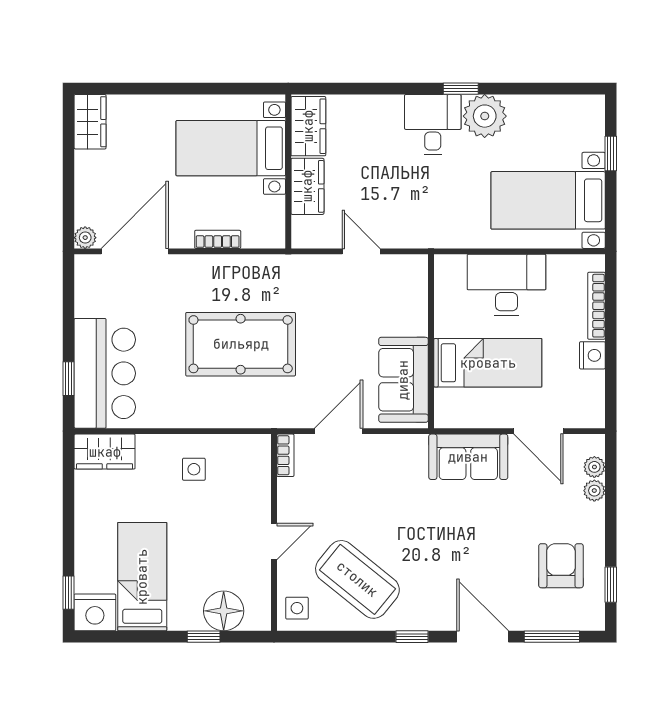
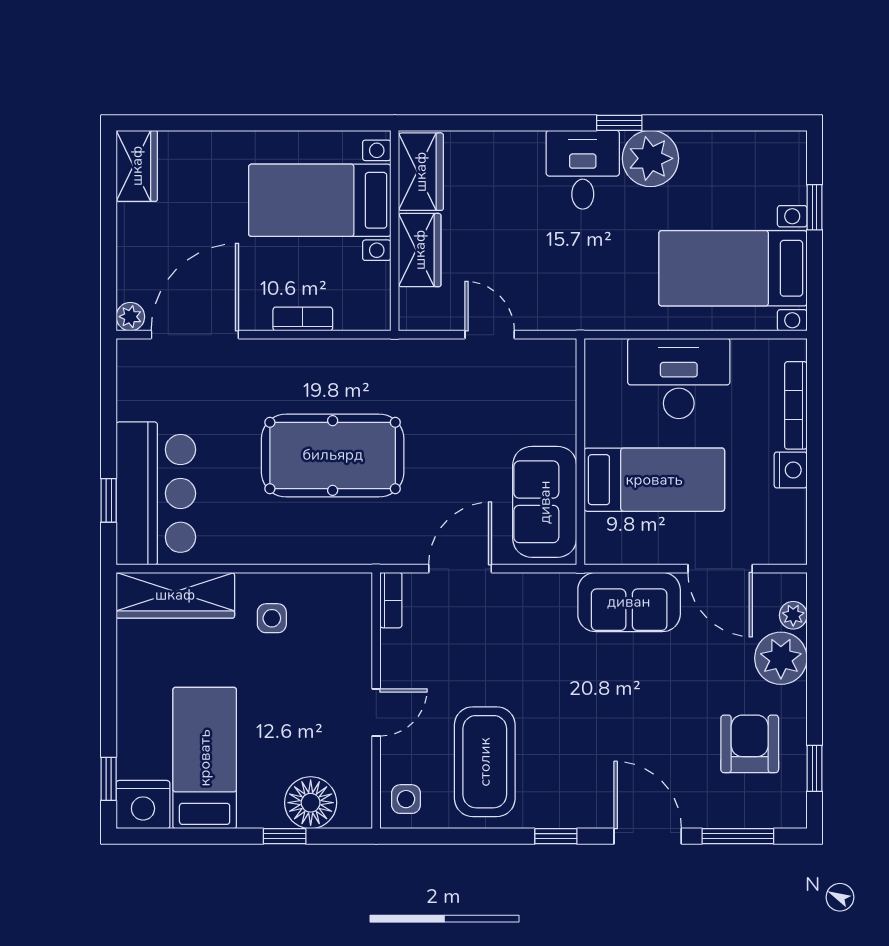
wardrobe: (105, 452) -> (175, 595), width x1.50
plant: (594, 491) -> (781, 658), width x1.88, depth x1.88
coffee table: (357, 579) -> (485, 762), turned 51

